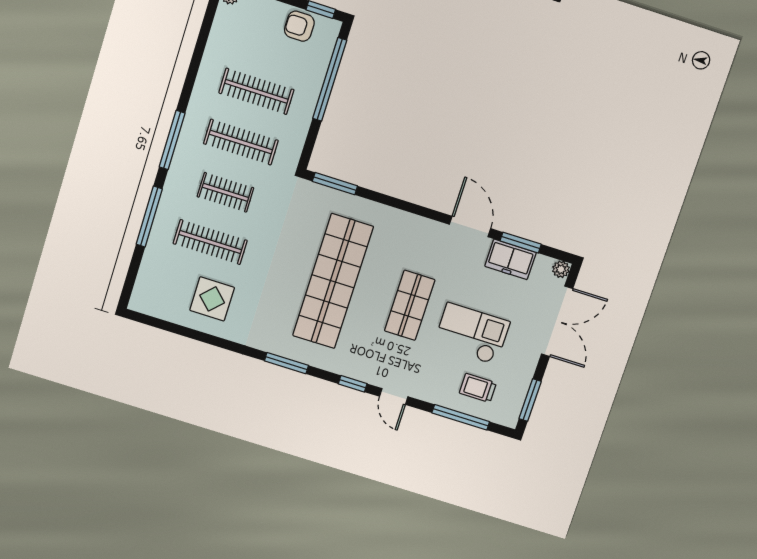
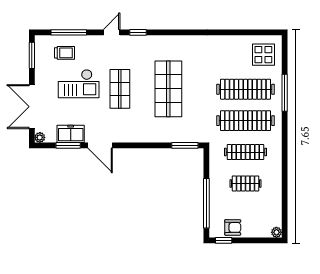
clothes rail: (256, 91) -> (245, 183), width x0.73
window: (172, 140) -> (285, 141), removed
clothes rail: (225, 192) -> (245, 121), width x1.86, depth x1.31
clothes rail: (210, 242) -> (245, 89), width x1.37, depth x1.31
shop shelf: (333, 281) -> (168, 89), width x0.71
display table: (212, 299) -> (263, 55), moved
window: (286, 363) -> (180, 32), removed
door: (394, 396) -> (112, 32), hinge flipped

